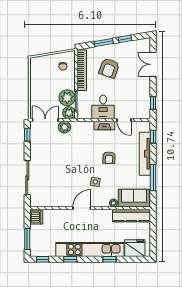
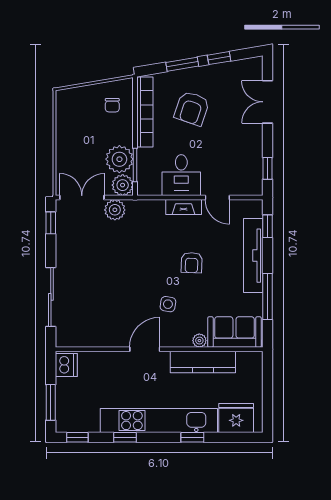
kitchen counter: (131, 216) -> (203, 362), moved

